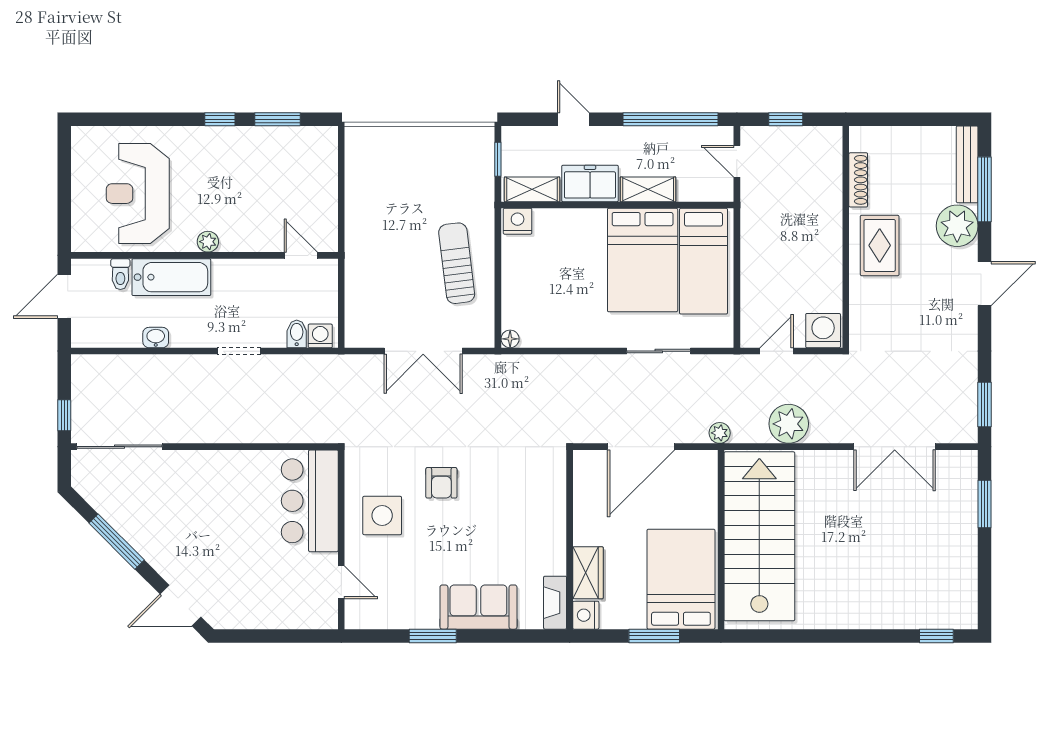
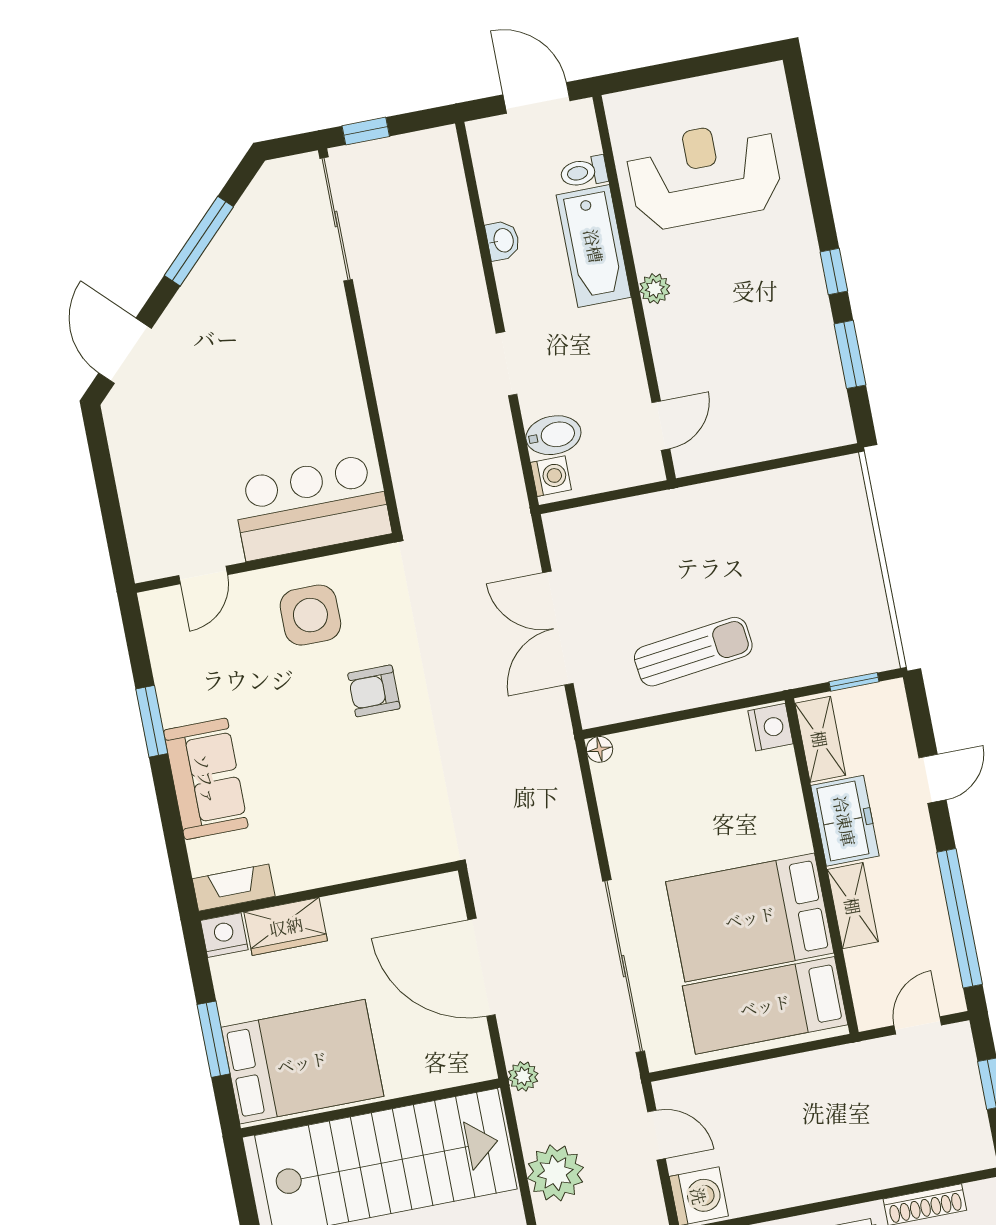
bidet: (297, 334) -> (553, 435), width x1.38, depth x1.36
sliding door: (659, 351) -> (624, 966), width x1.86

